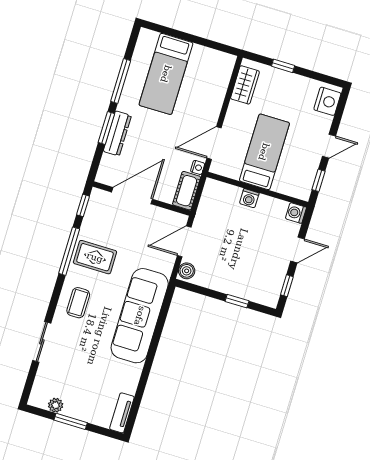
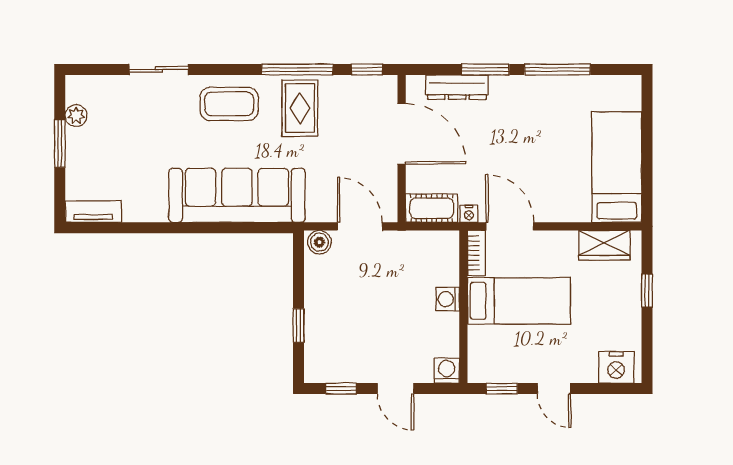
bed: (166, 74) -> (617, 167), moved, turned 90
dresser: (117, 133) -> (457, 87), moved
bookcase: (225, 170) -> (476, 253), added
coffee table: (78, 303) -> (229, 104), width x1.36, depth x1.30

